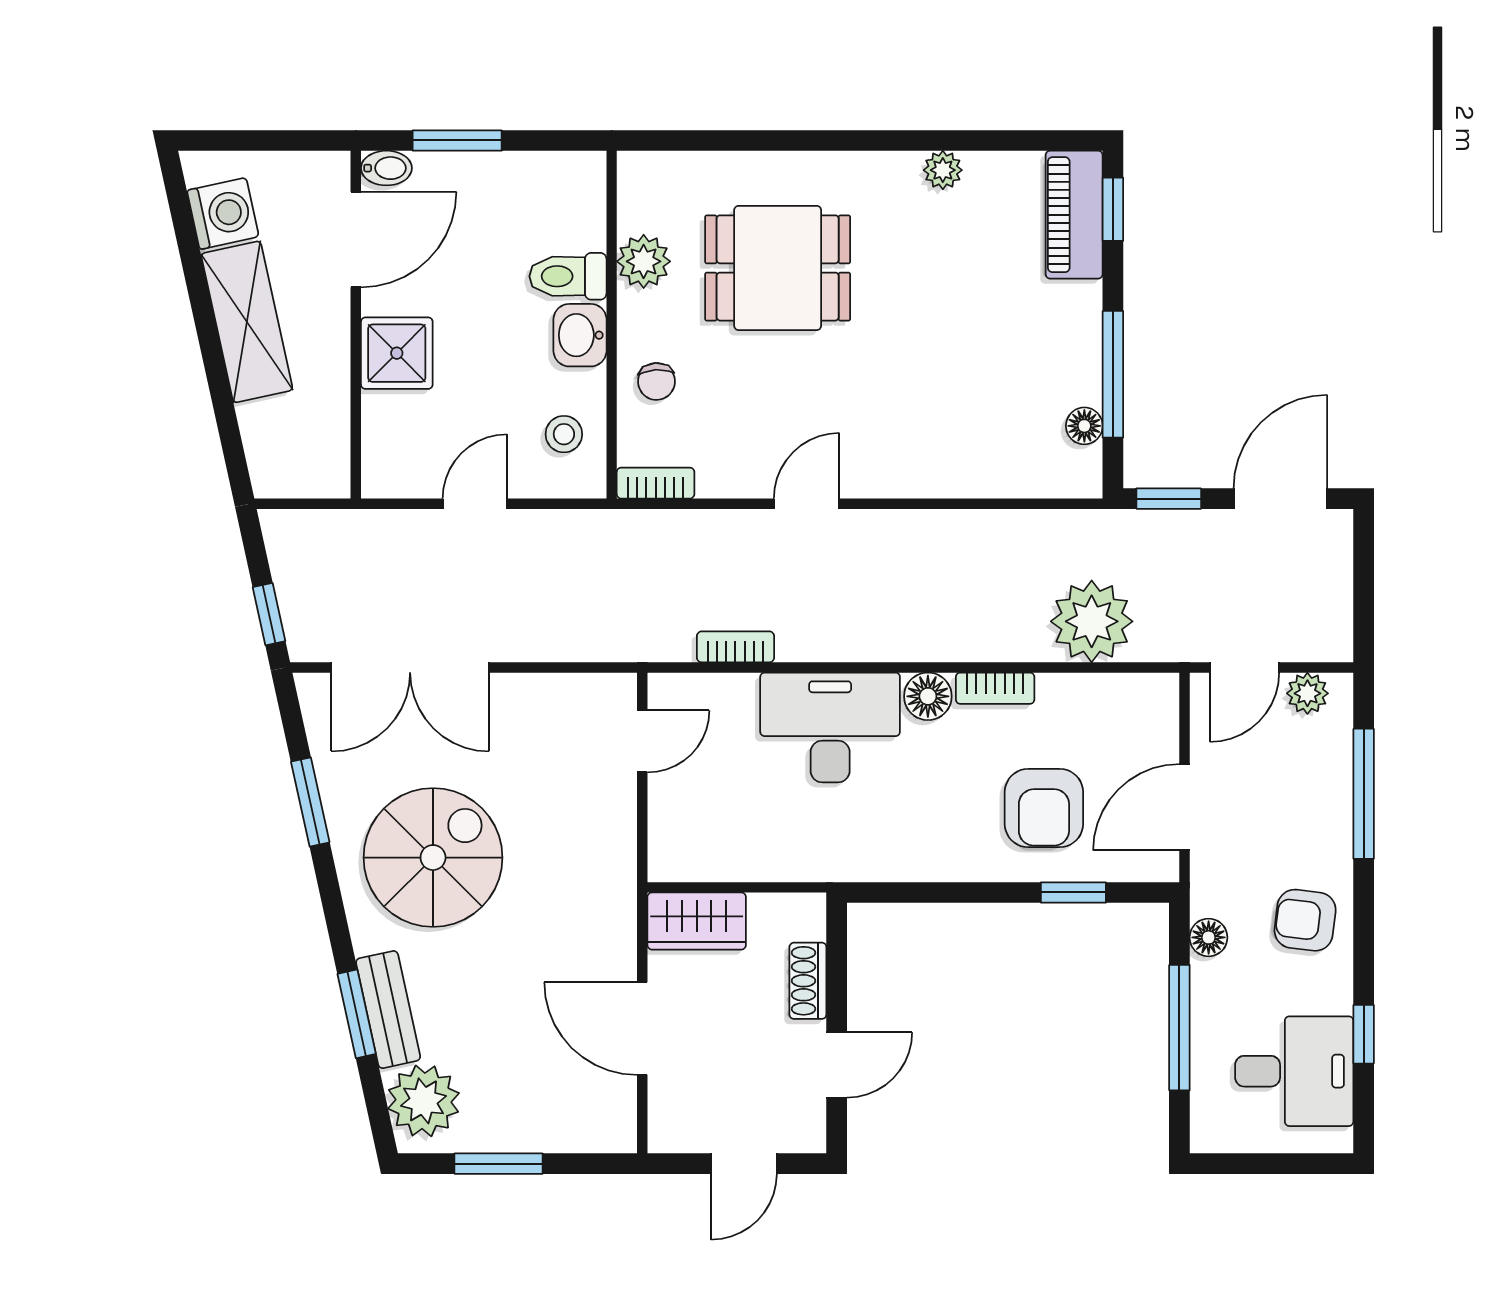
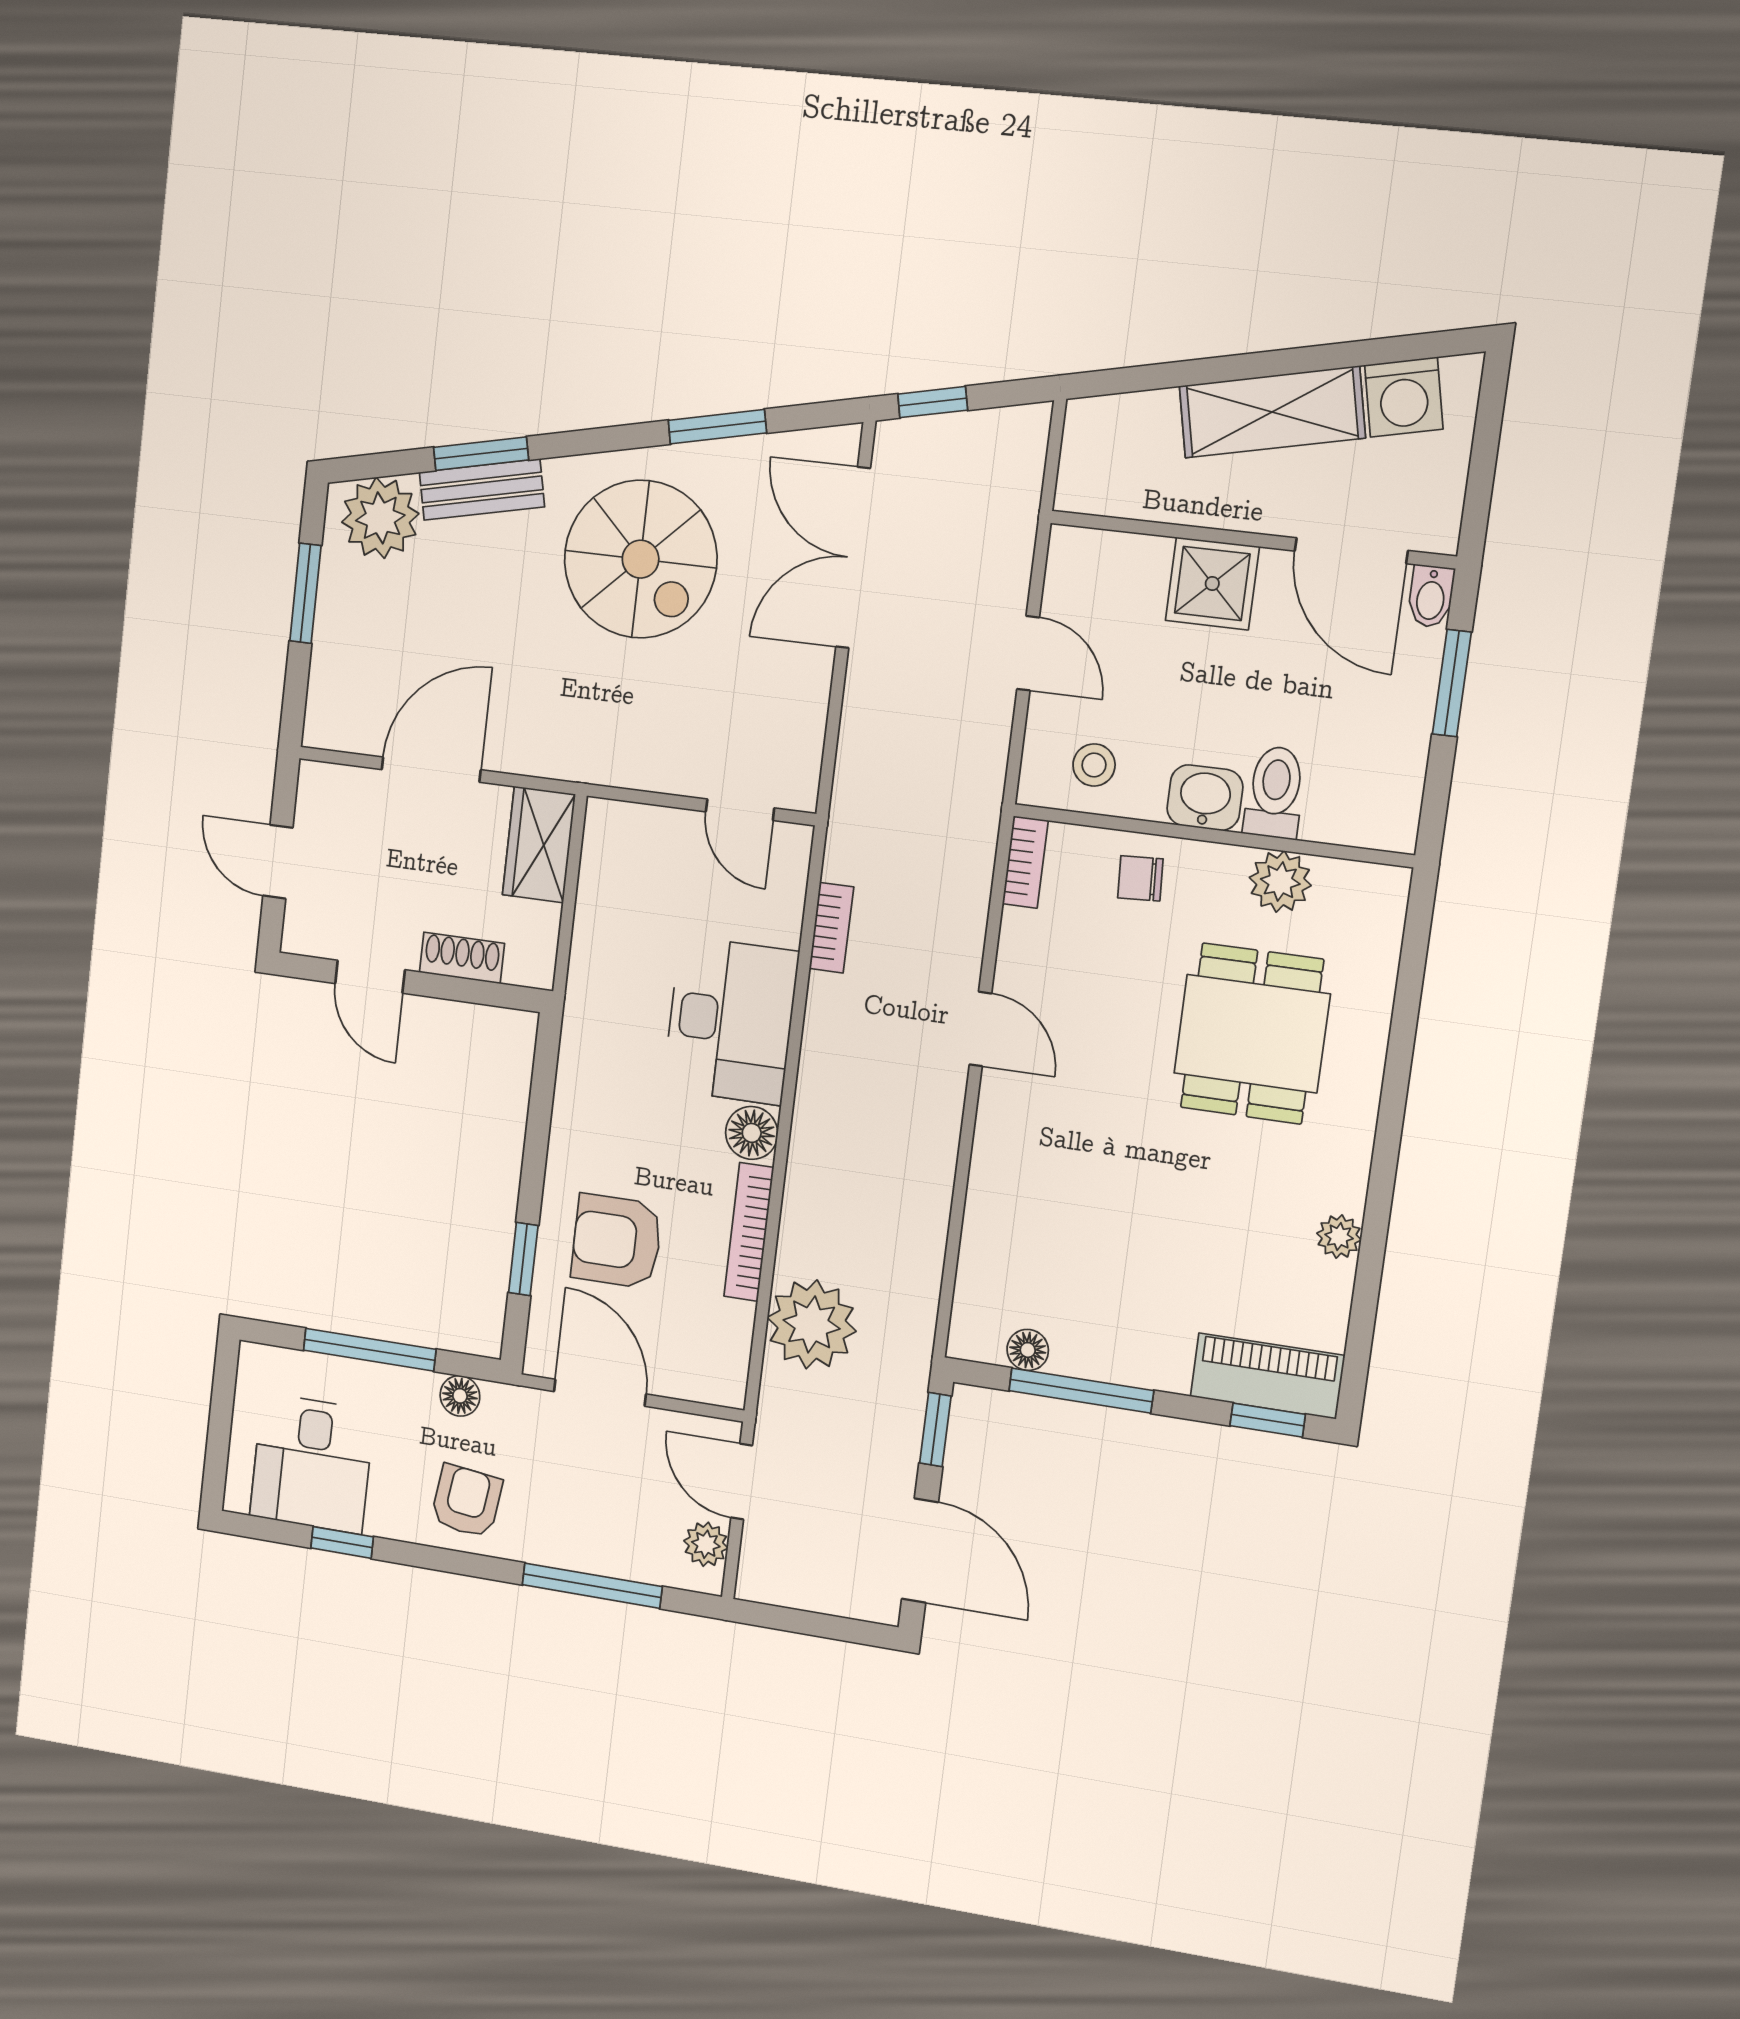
bookcase: (995, 688) -> (749, 1232), width x1.56

